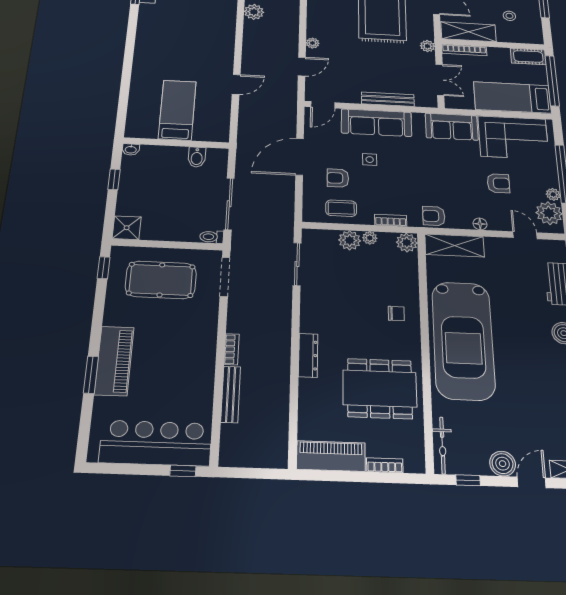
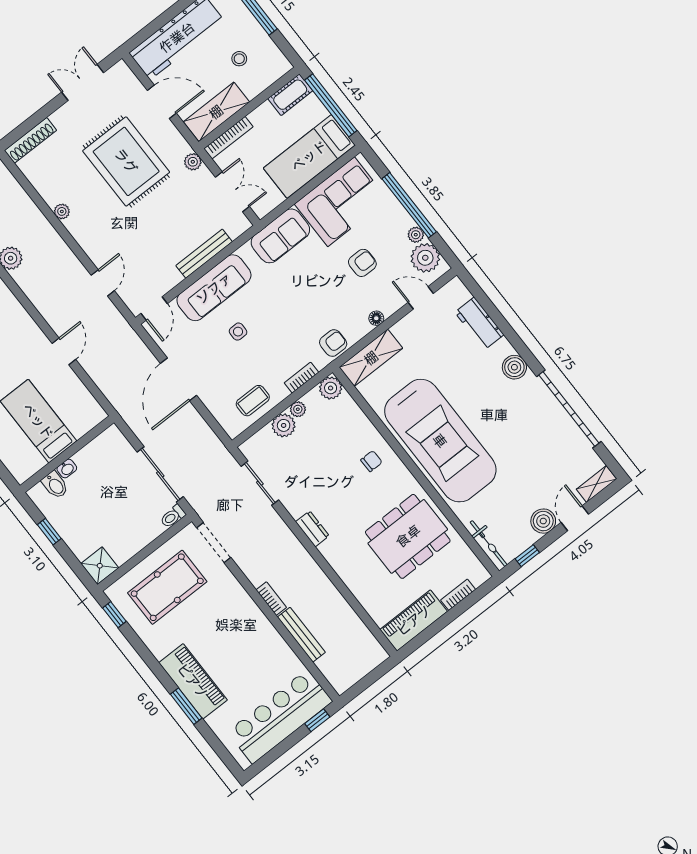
plant: (313, 43) -> (62, 211), moved
washbasin: (131, 149) -> (67, 469), moved
bidet: (197, 157) -> (55, 485), moved
armchair: (338, 178) -> (227, 373), removed
armchair: (434, 216) -> (333, 343), turned 180
dresser: (308, 355) -> (312, 529), moved, width x0.70

